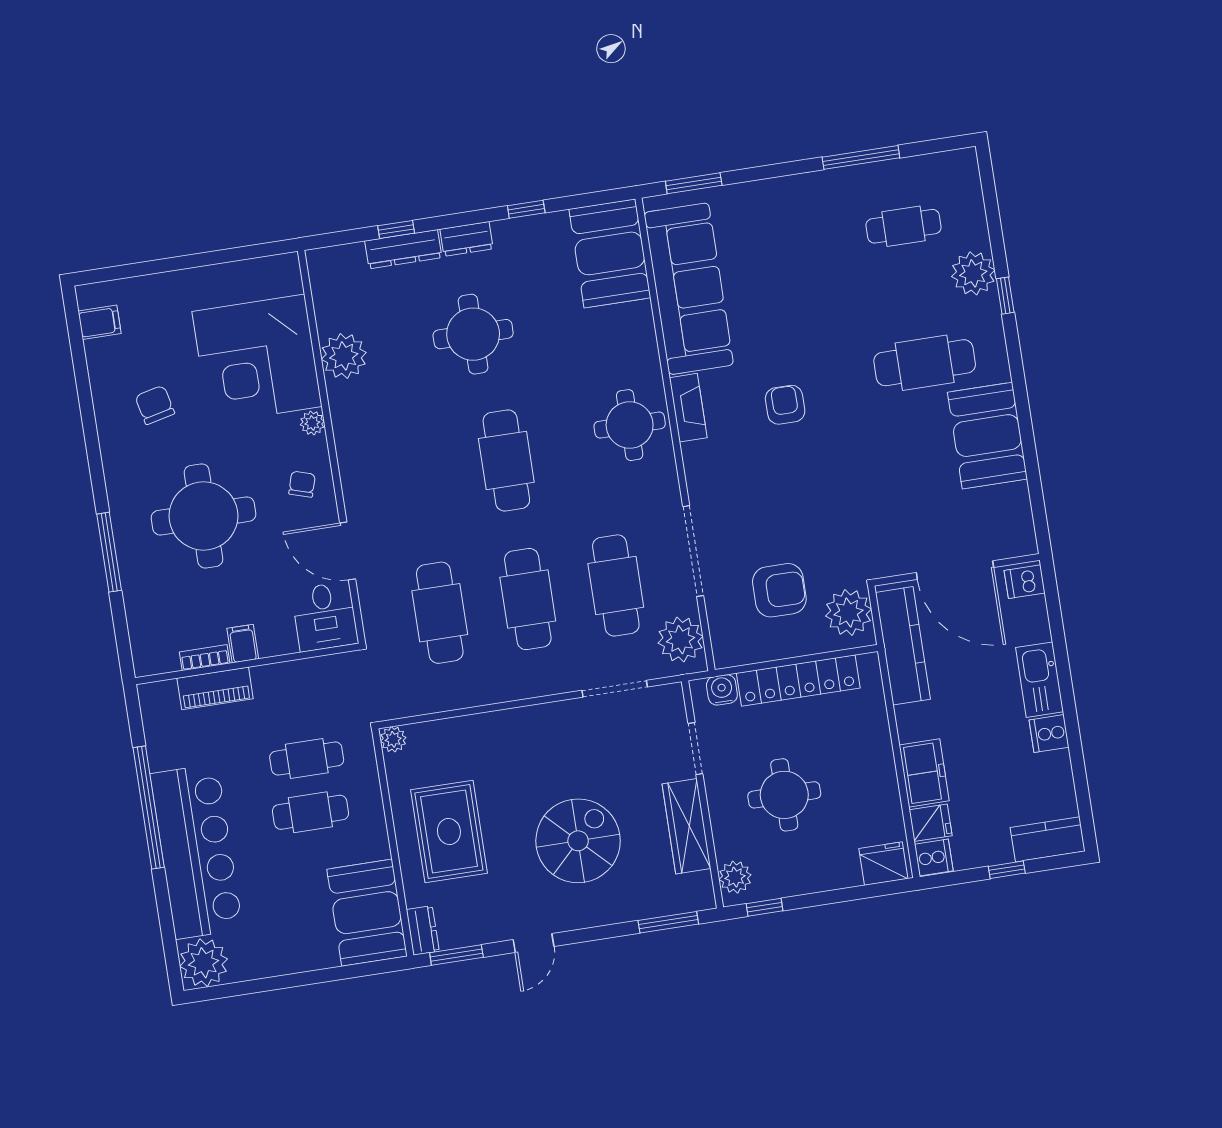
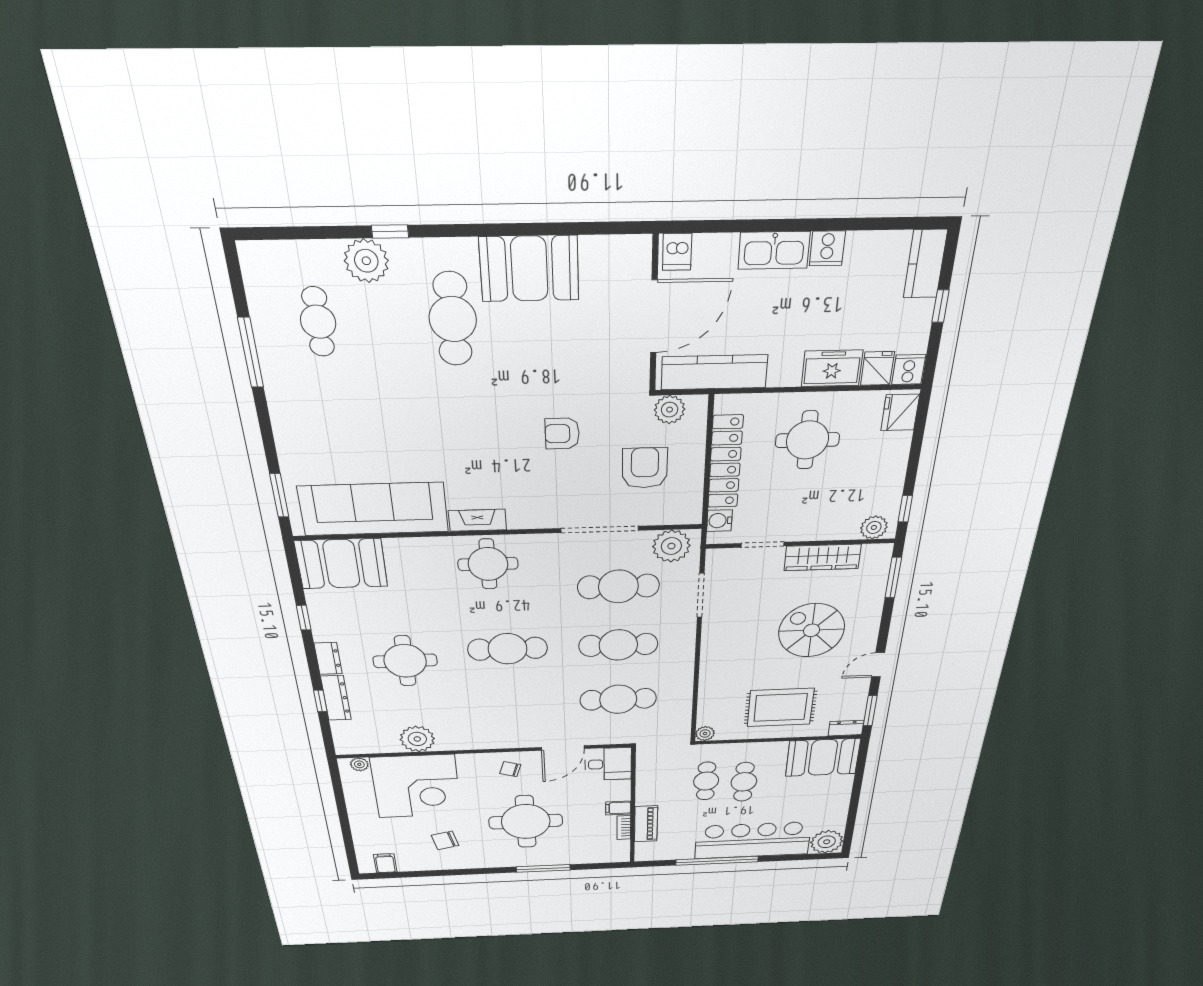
armchair: (785, 405) -> (562, 434), moved
plant: (312, 423) -> (359, 764), moved
plant: (849, 613) -> (670, 410), width x0.73, depth x0.73
round table: (784, 795) -> (807, 440), moved
door: (534, 943) -> (878, 665), swing flipped

